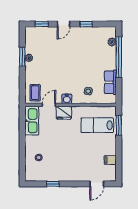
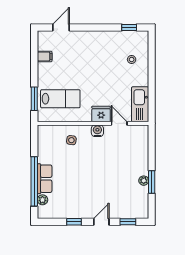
row of seats: (110, 82) -> (45, 179), moved
coffee table: (35, 93) -> (136, 138), removed
door: (49, 105) -> (119, 123), swing flipped
window: (53, 184) -> (129, 27), moved

